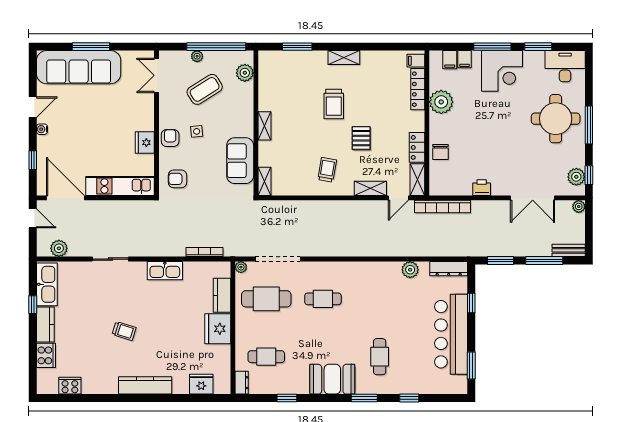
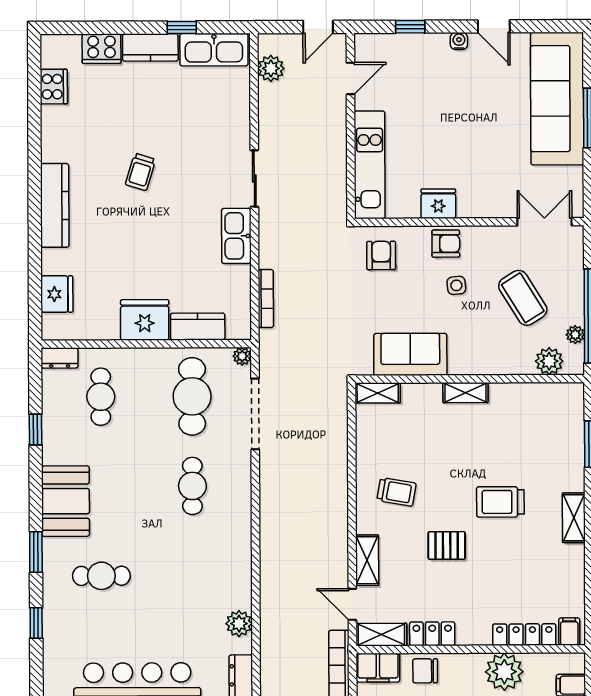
plant: (197, 56) -> (575, 335), moved
filing cabinet: (438, 182) -> (378, 668), added
door: (65, 198) -> (350, 78), width x0.53
sliding door: (110, 259) -> (254, 179), moved

